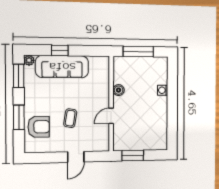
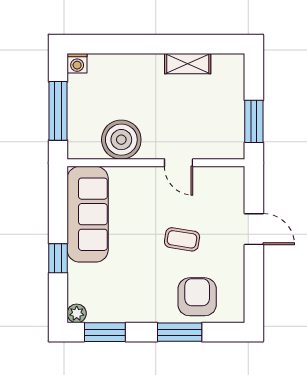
sofa: (62, 67) -> (88, 214), moved
boiler: (119, 90) -> (121, 140), width x1.86, depth x1.86
washing machine: (163, 90) -> (77, 63), moved
shelving: (162, 120) -> (188, 64), added

